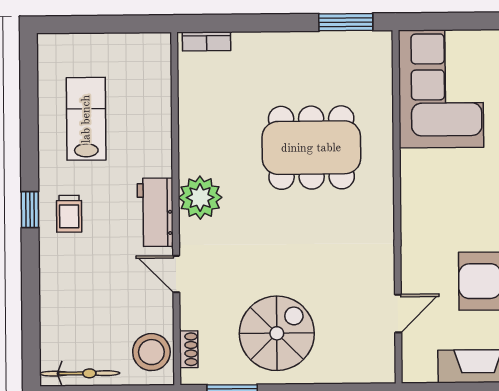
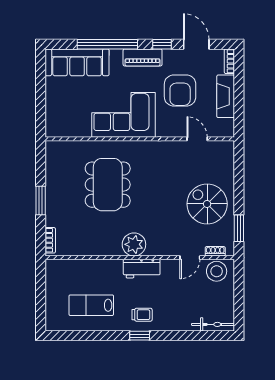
window: (346, 22) -> (41, 200), moved
corner sofa: (441, 89) -> (124, 115), moved
door: (176, 274) -> (190, 258), moved
bicycle: (80, 373) -> (213, 324), moved, turned 90

